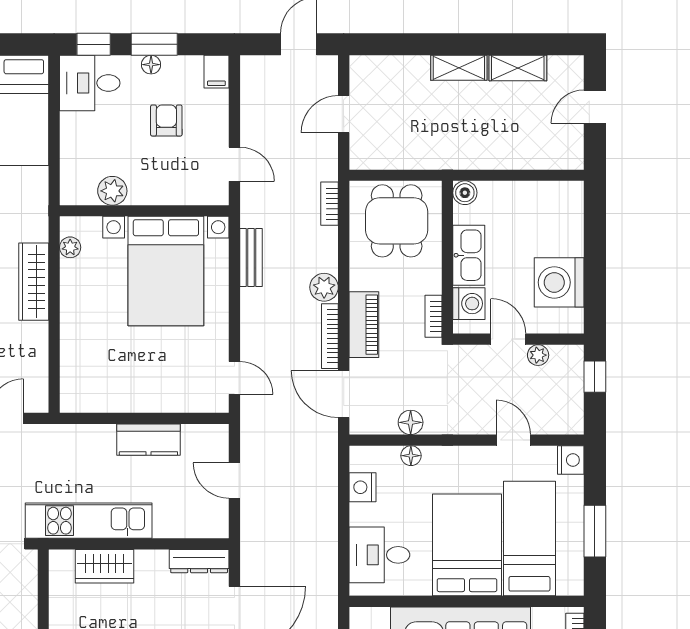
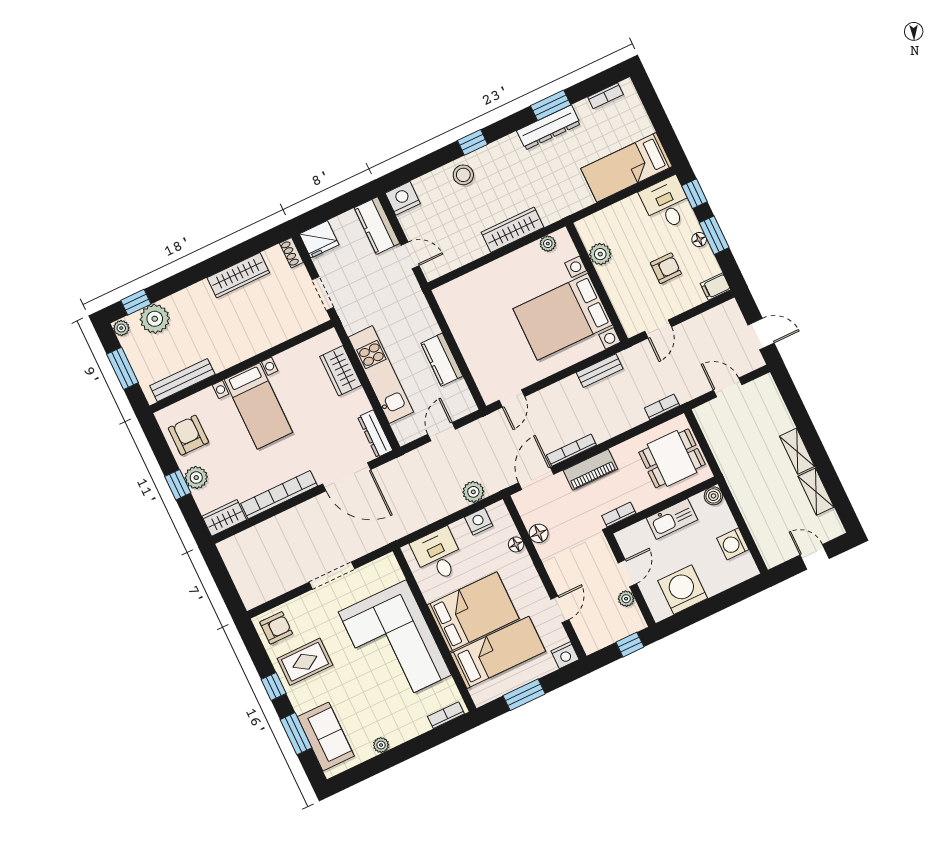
plant: (324, 287) -> (473, 492), moved
washing machine: (469, 304) -> (733, 544), moved, turned 90
kitchen unit: (89, 521) -> (381, 375), moved

